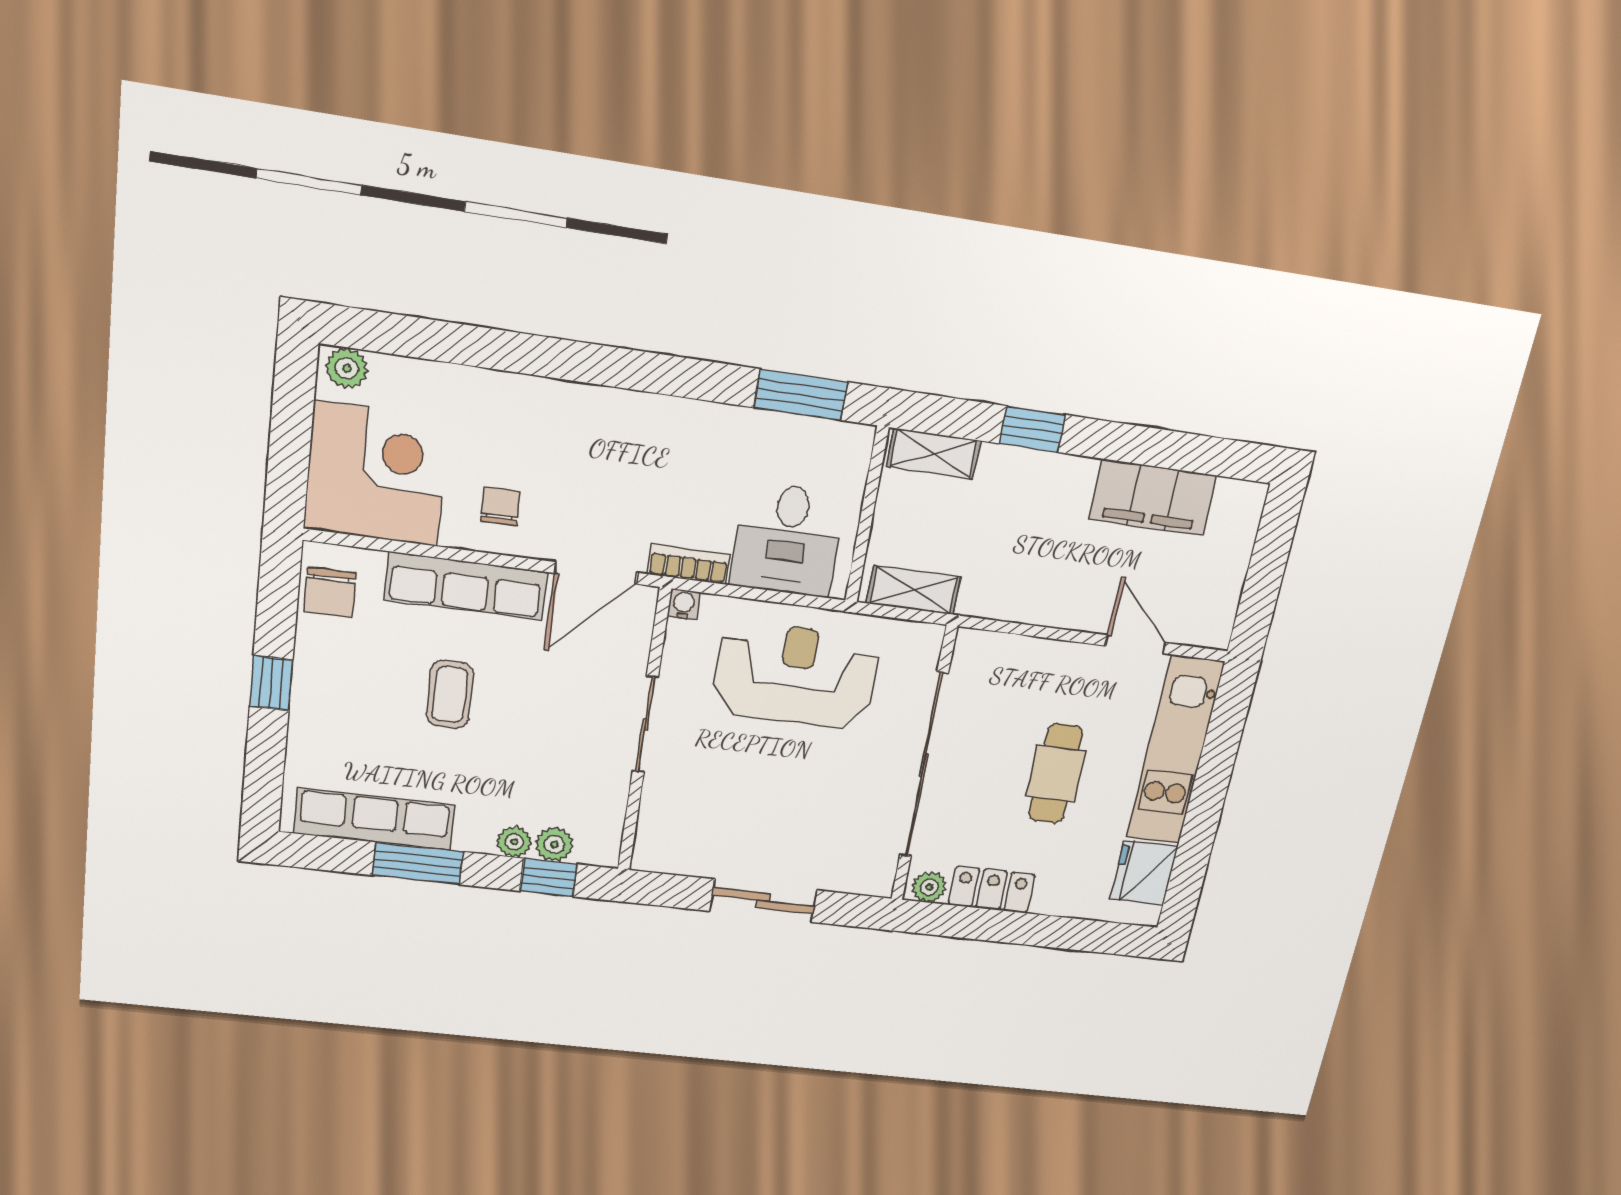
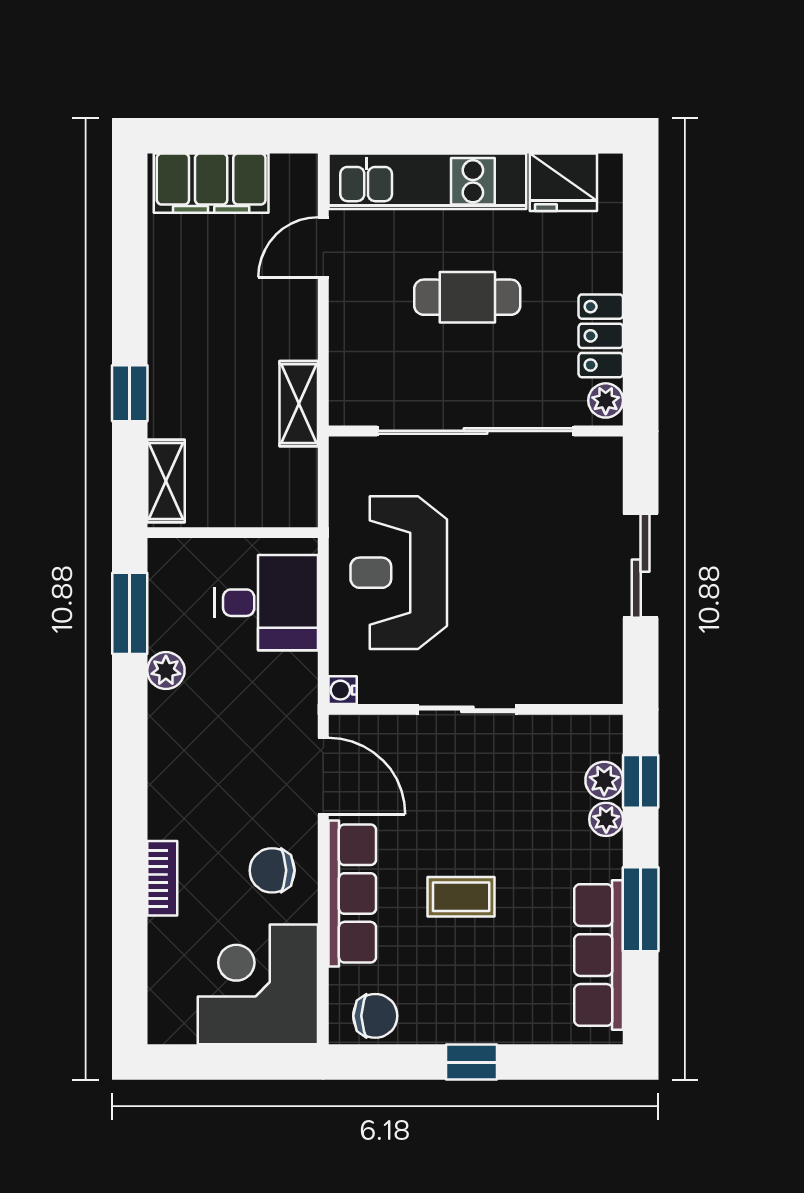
plant: (347, 368) -> (166, 671), moved
filing cabinet: (1153, 497) -> (211, 183), moved, turned 90
chair: (500, 506) -> (272, 870), width x1.37, depth x1.37
bookcase: (689, 564) -> (162, 878), moved, turned 180
shelving: (914, 590) -> (299, 404), moved

